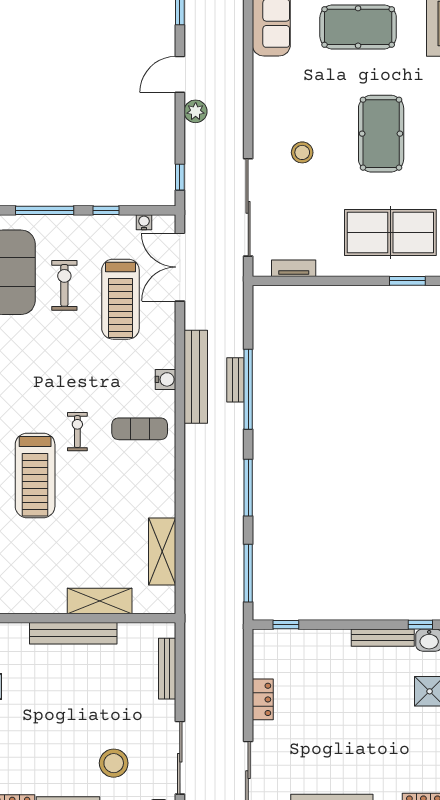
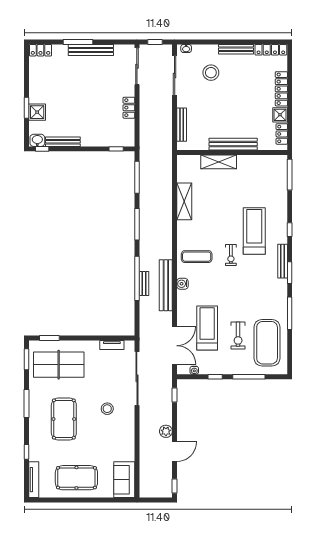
shelving: (162, 552) -> (184, 201), moved

